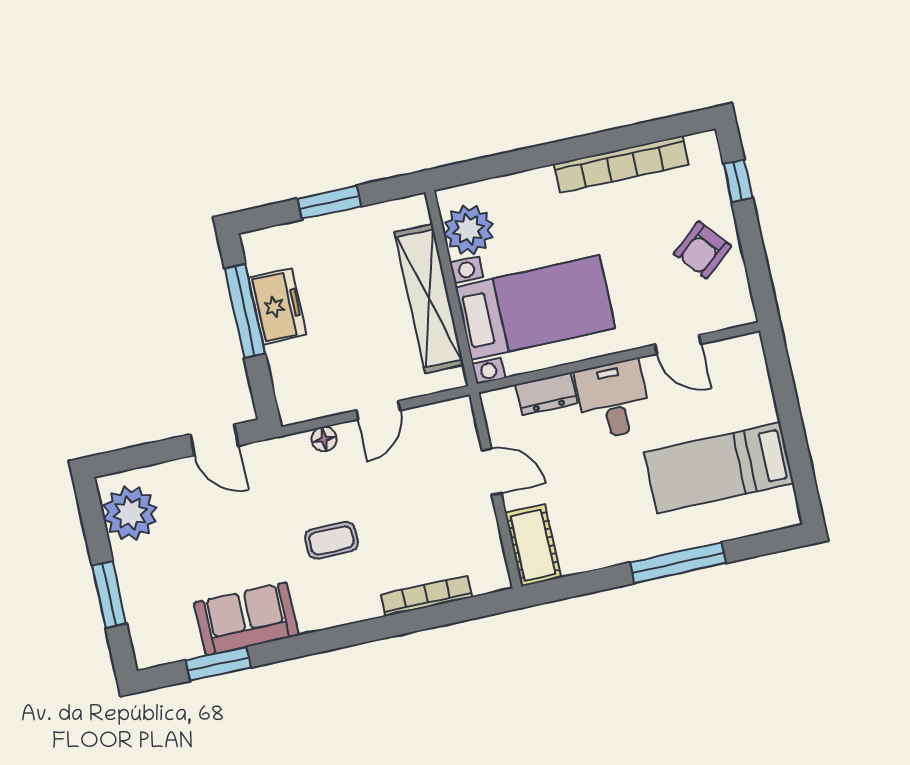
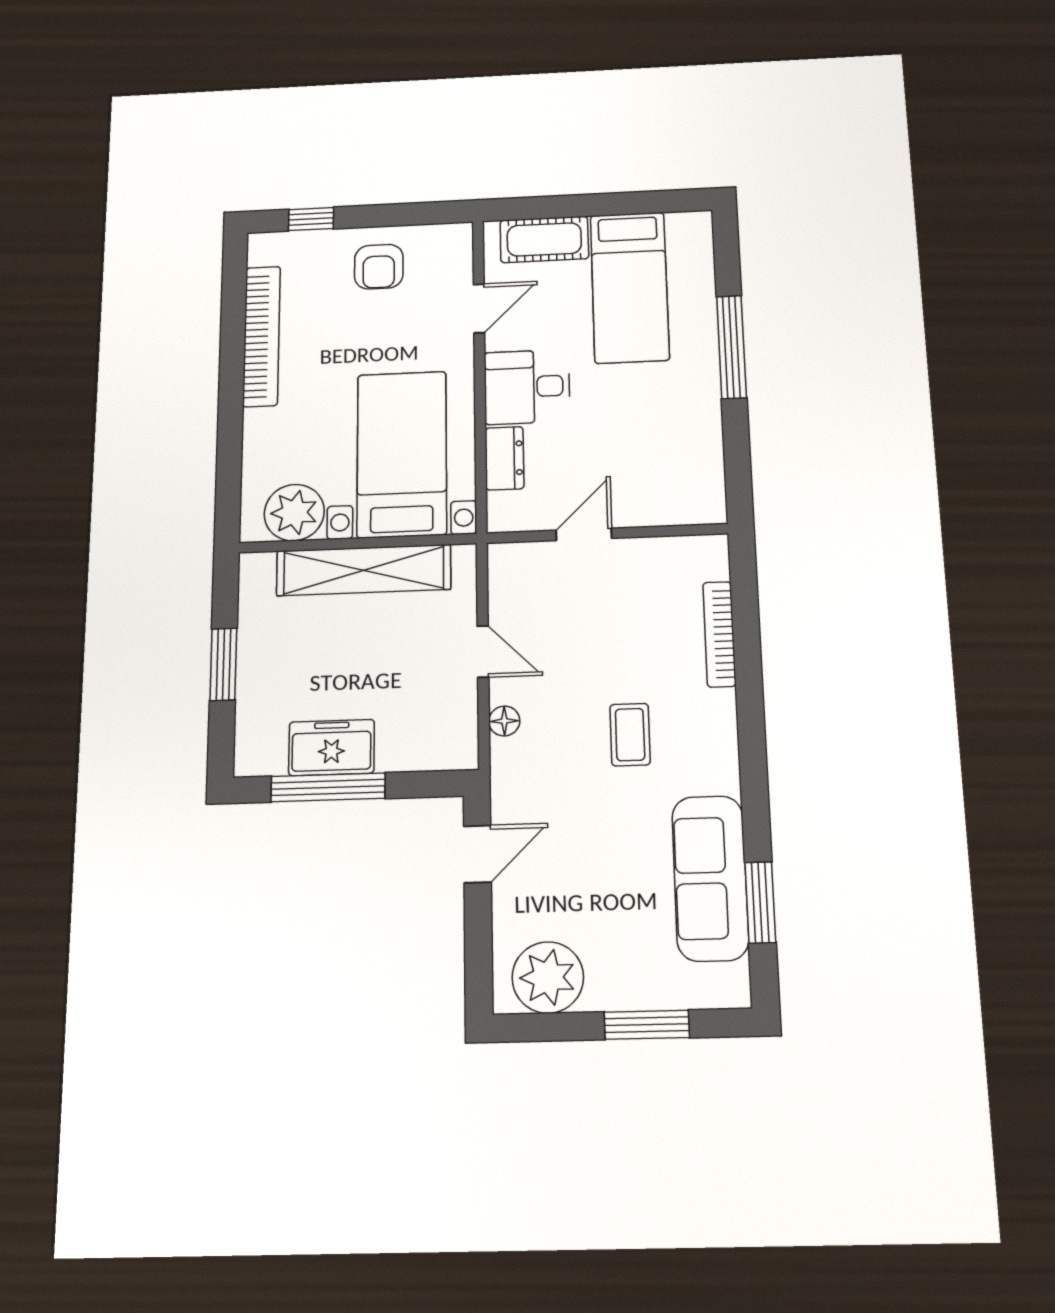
armchair: (703, 250) -> (379, 267), turned 40
cot: (533, 545) -> (544, 239), moved
sofa: (246, 619) -> (710, 878), width x1.36

